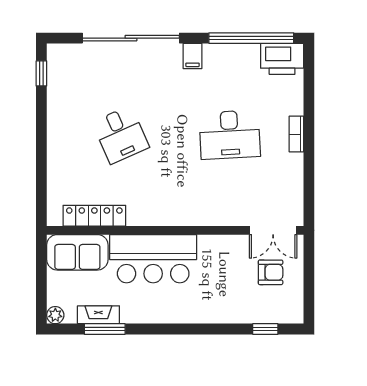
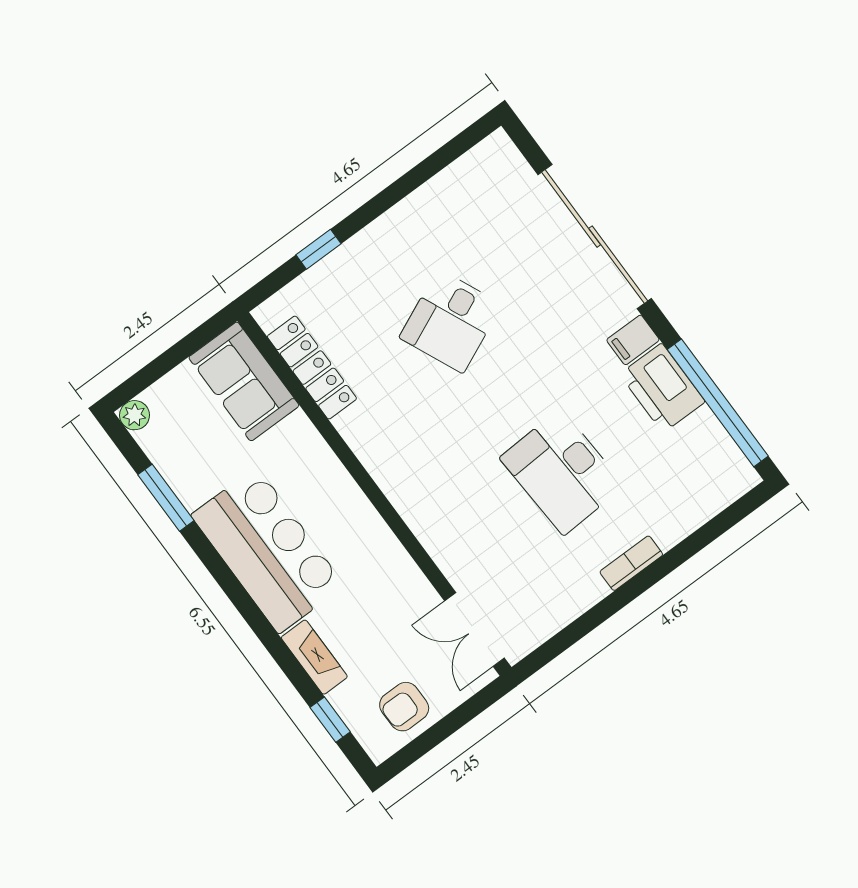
printer: (282, 59) -> (662, 388), moved
window: (41, 73) -> (319, 249), moved
bar counter: (153, 259) -> (268, 550), moved, turned 180
armchair: (271, 272) -> (404, 707), moved, turned 90
fireplace: (98, 315) -> (314, 657), moved

